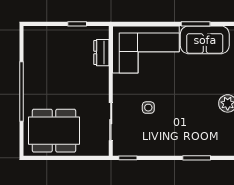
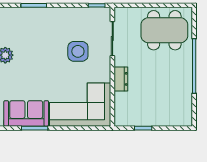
dresser: (101, 53) -> (121, 79), moved
side table: (148, 108) -> (78, 51), width x1.87, depth x1.87

